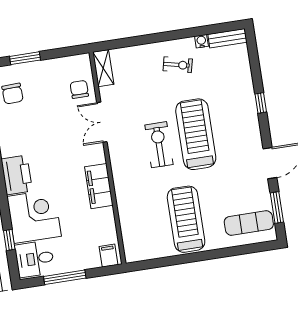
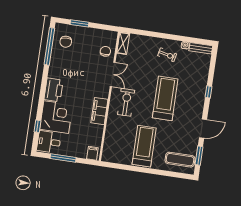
double door: (102, 122) -> (113, 74), swing flipped
exercise bike: (159, 145) -> (126, 102), moved

